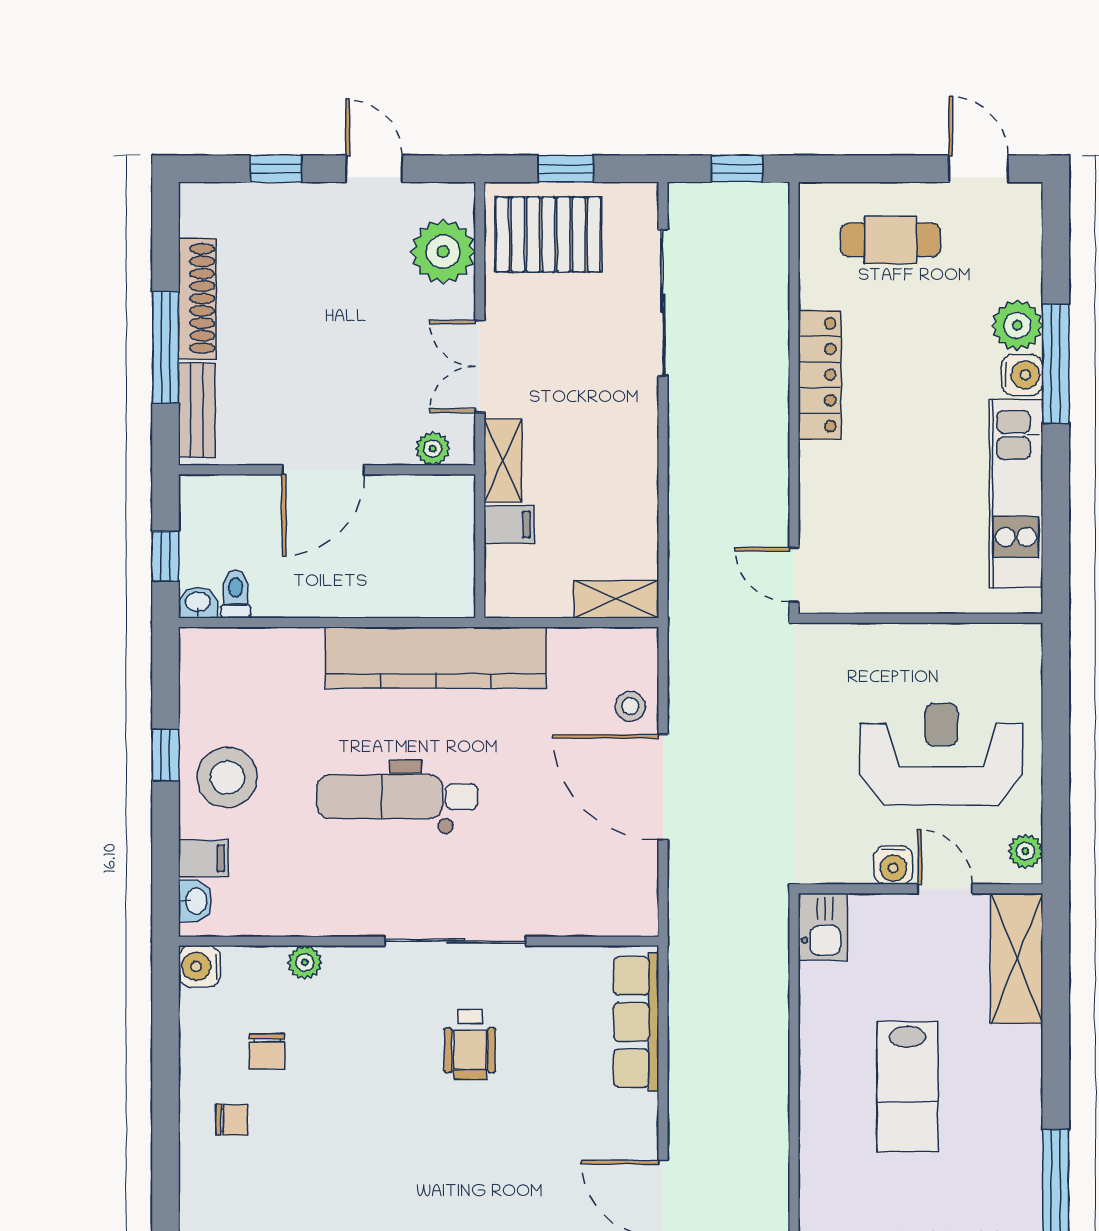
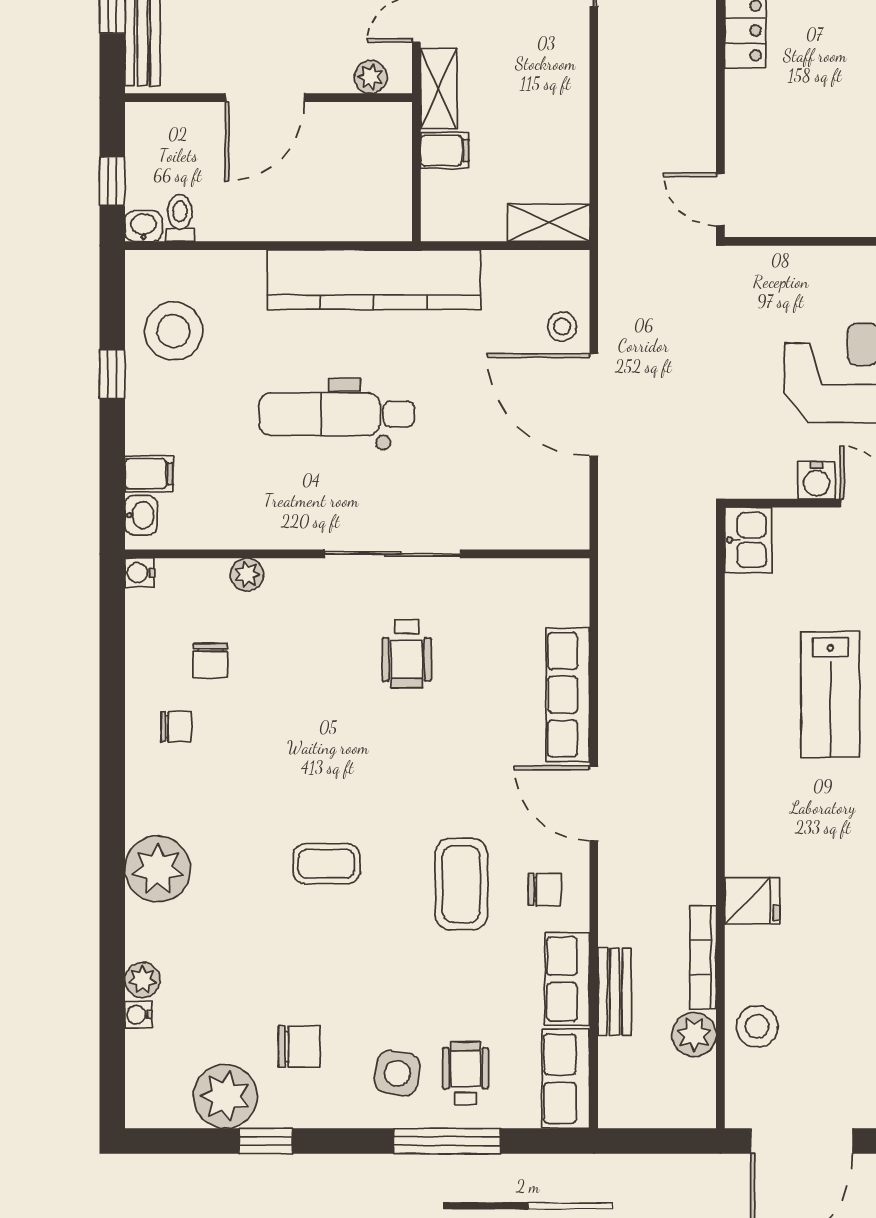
stool: (227, 777) -> (174, 331), moved
water cooler: (200, 966) -> (139, 573), width x0.72, depth x0.72
row of seats: (636, 1022) -> (568, 695), moved

